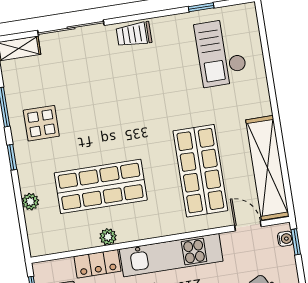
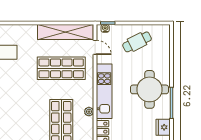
door: (248, 226) -> (95, 47), swing flipped
plant: (108, 237) -> (89, 112), moved

